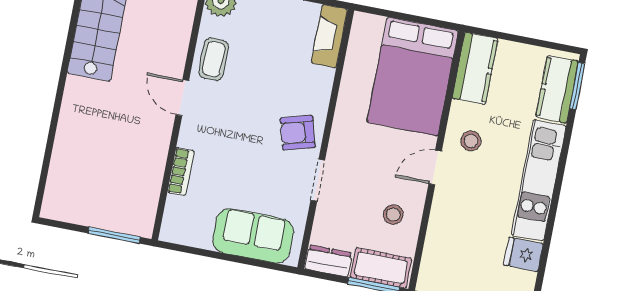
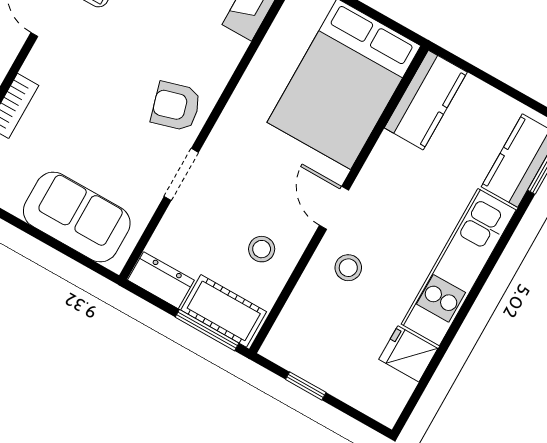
stool: (471, 141) -> (348, 268), moved
door: (435, 168) -> (334, 208), hinge flipped

